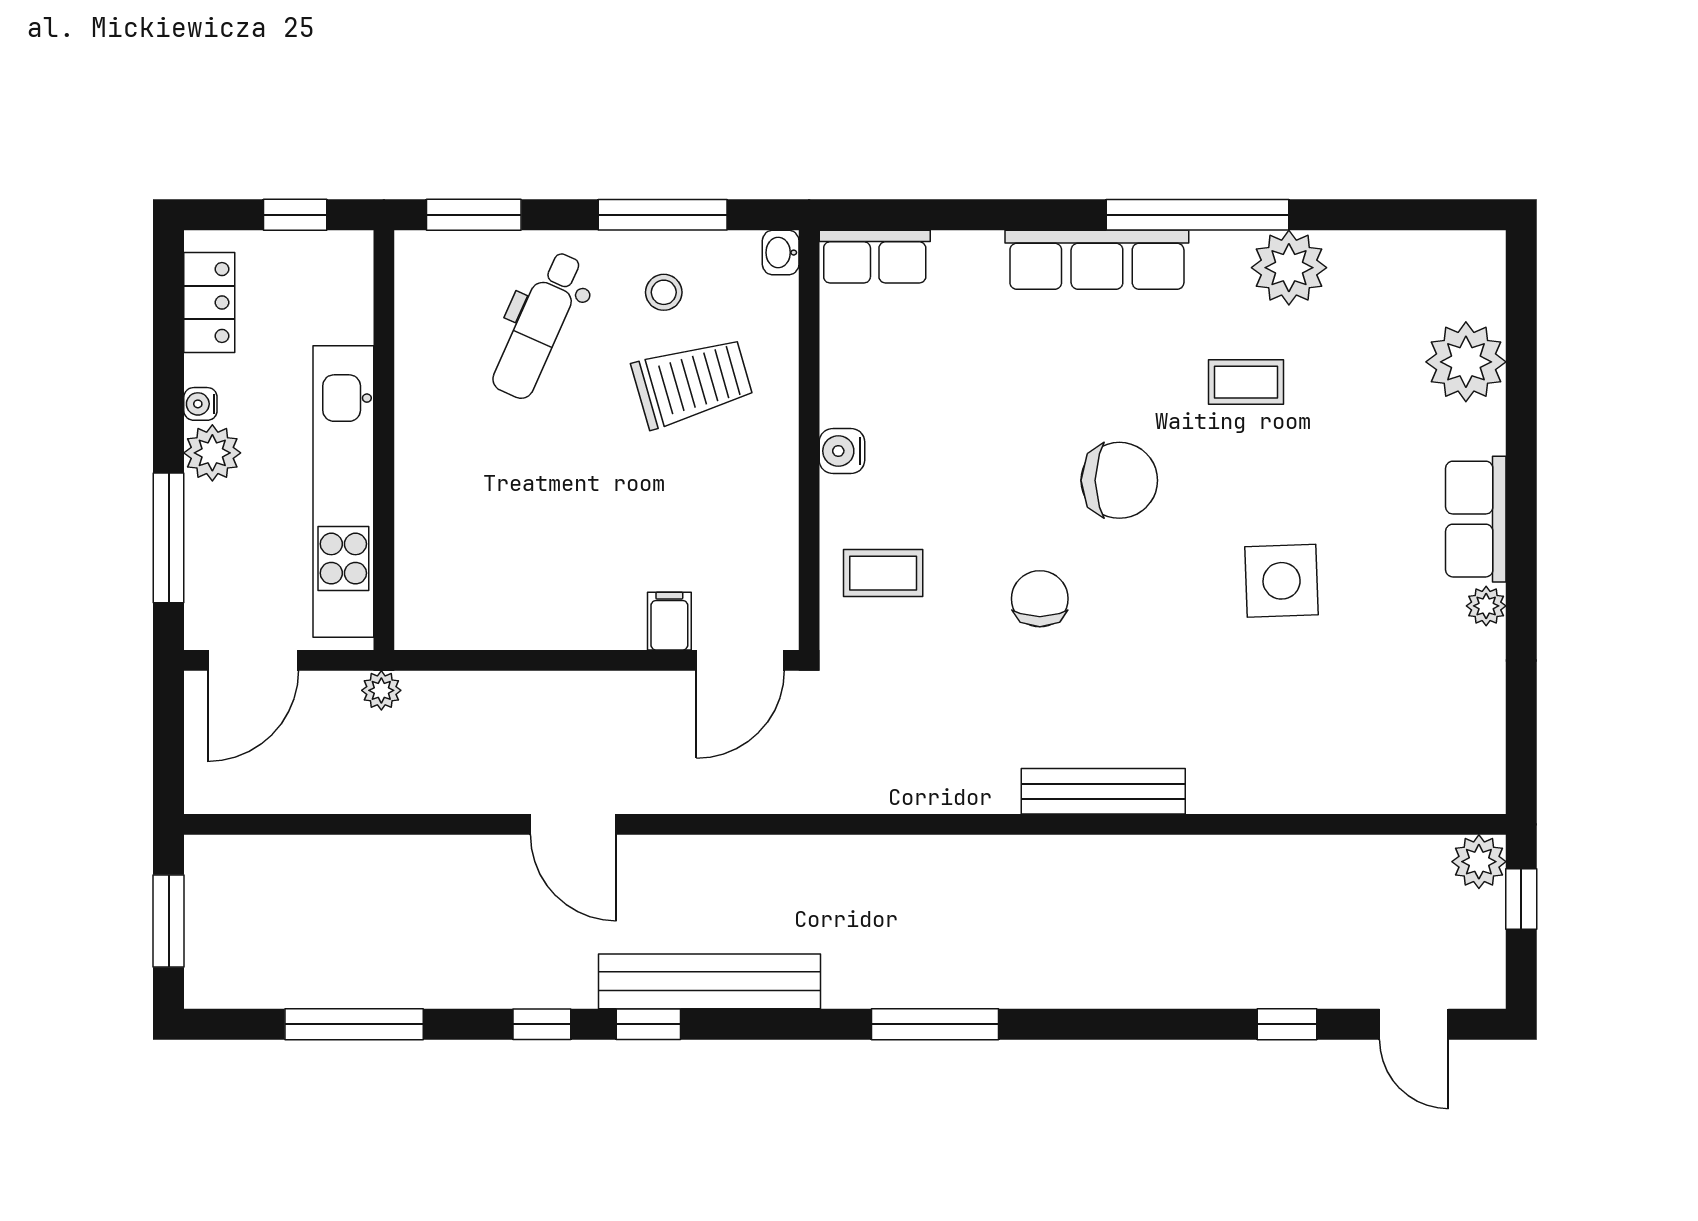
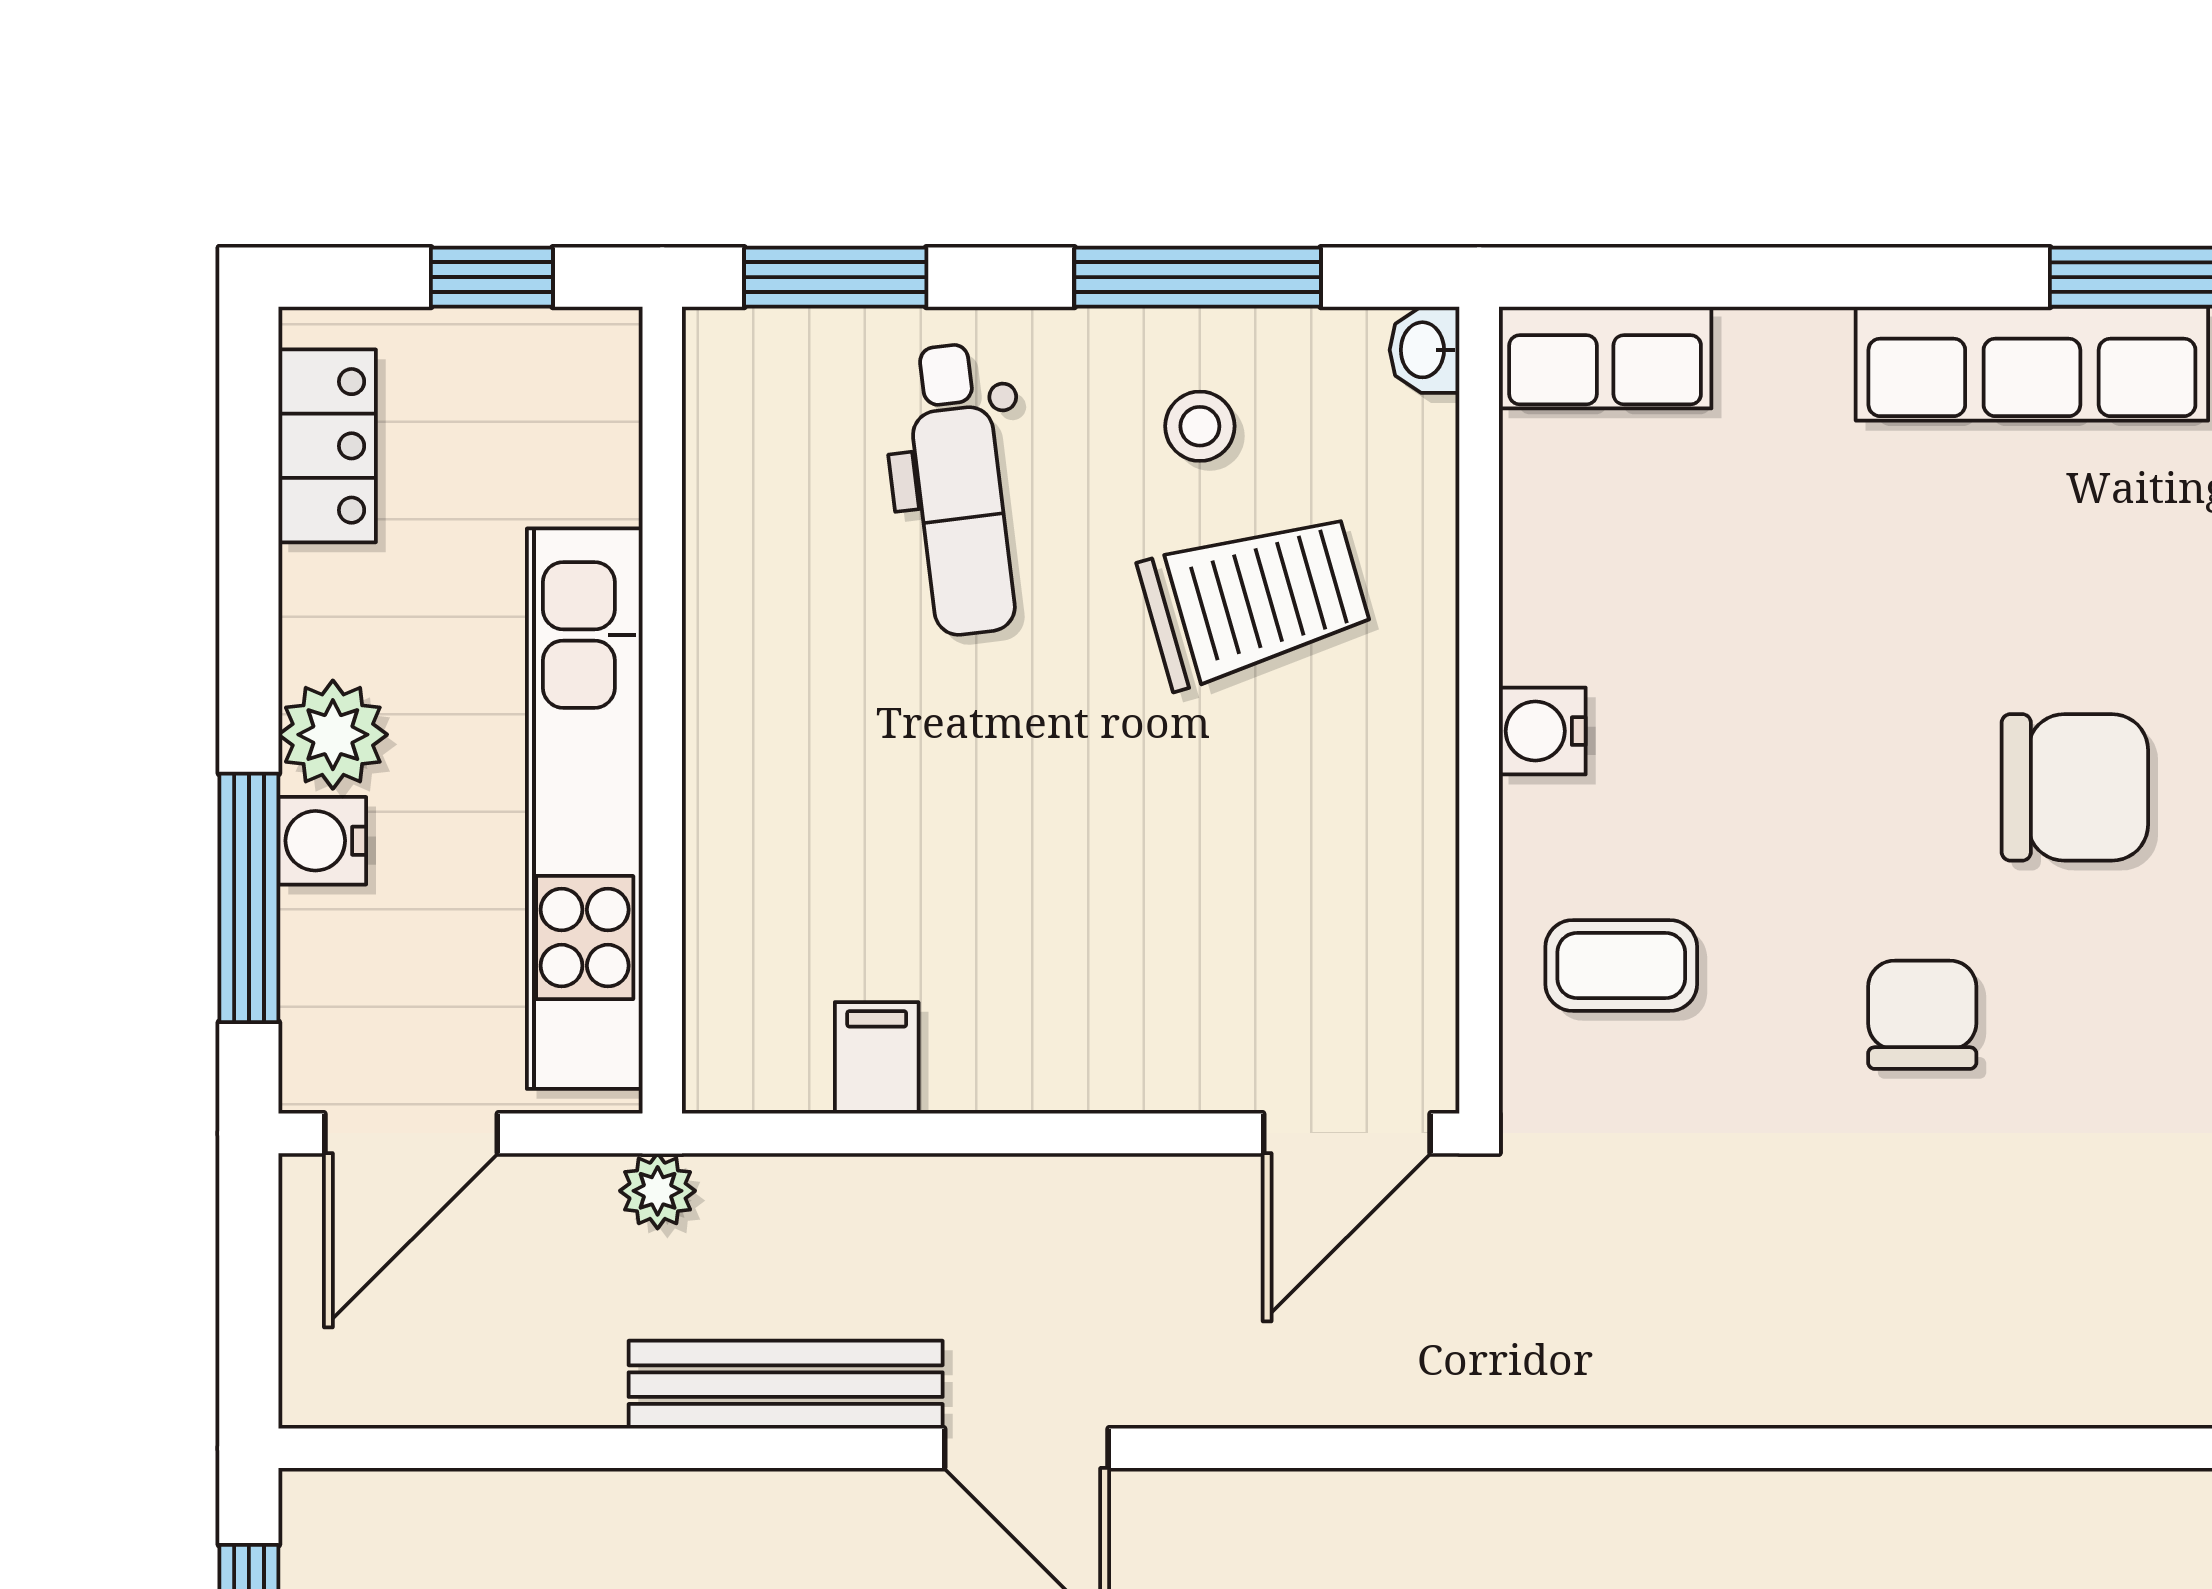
dental chair: (539, 325) -> (960, 489), turned -31
water cooler: (200, 404) -> (322, 841), moved, width x1.38, depth x1.38
filing cabinet: (669, 621) -> (877, 1058), moved
bench: (1103, 791) -> (786, 1385), moved

